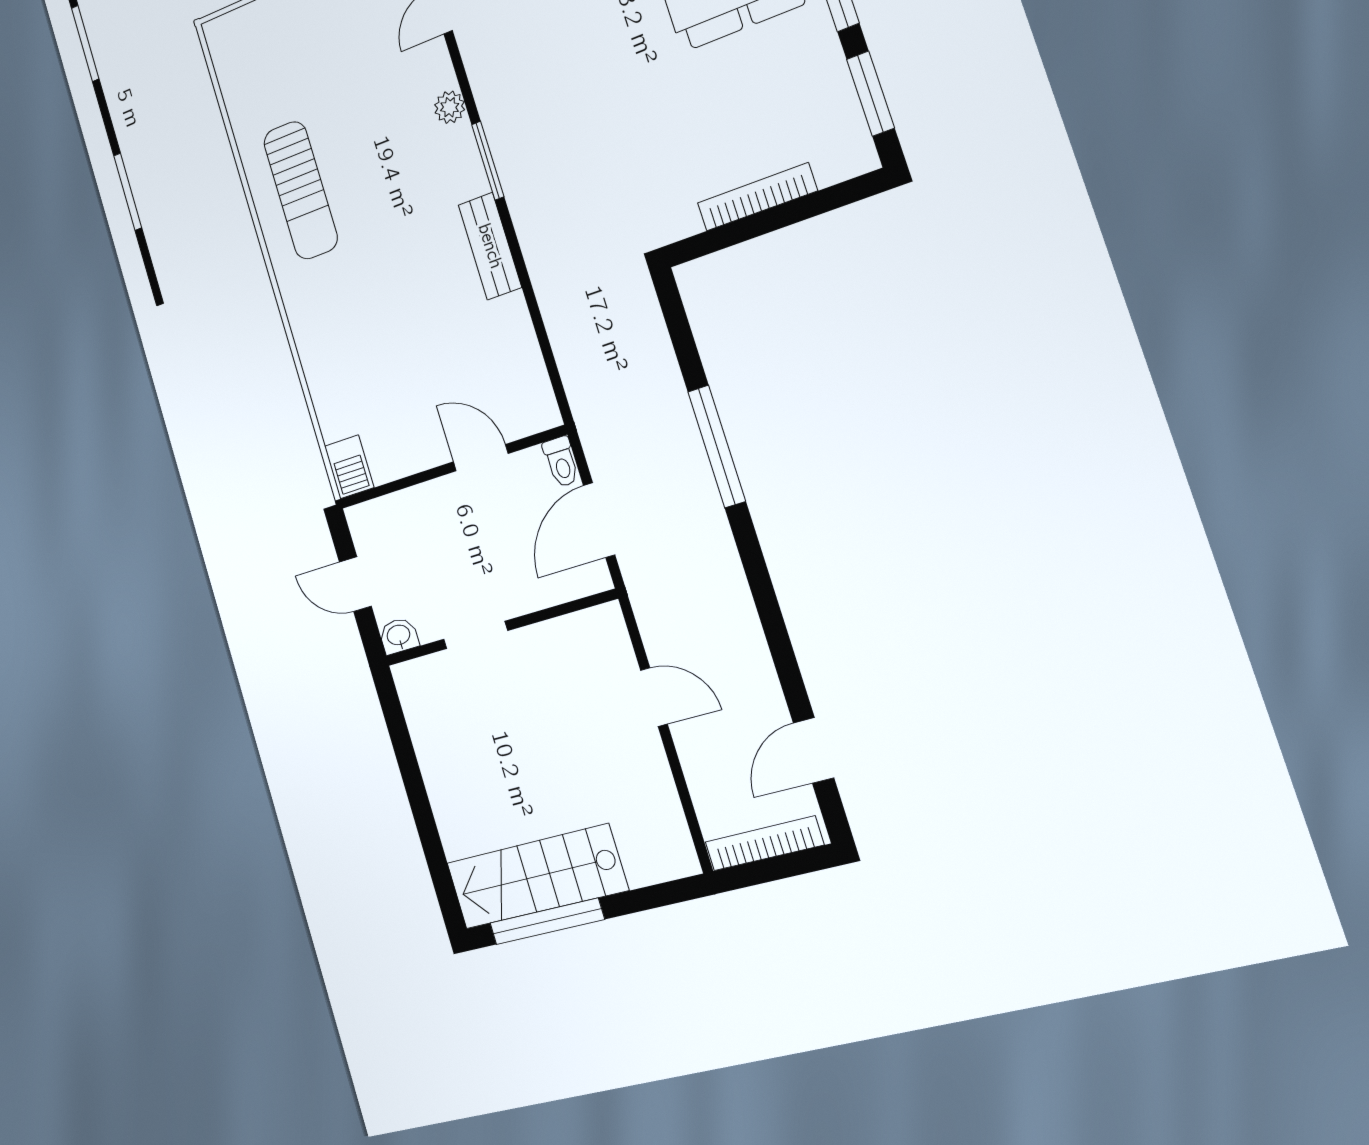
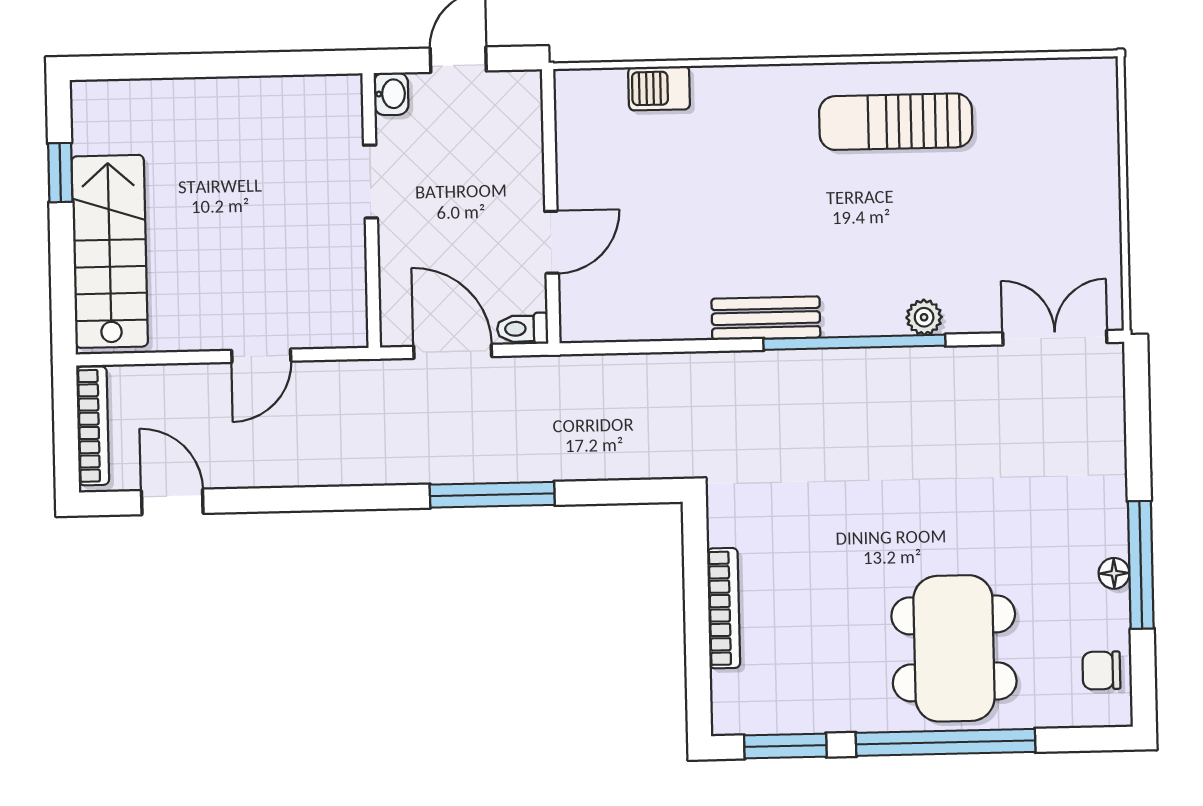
window: (488, 161) -> (854, 342), width x2.11
barbecue: (349, 467) -> (659, 88), moved
stairs: (537, 877) -> (110, 251), moved
window: (547, 921) -> (60, 173), width x0.46

